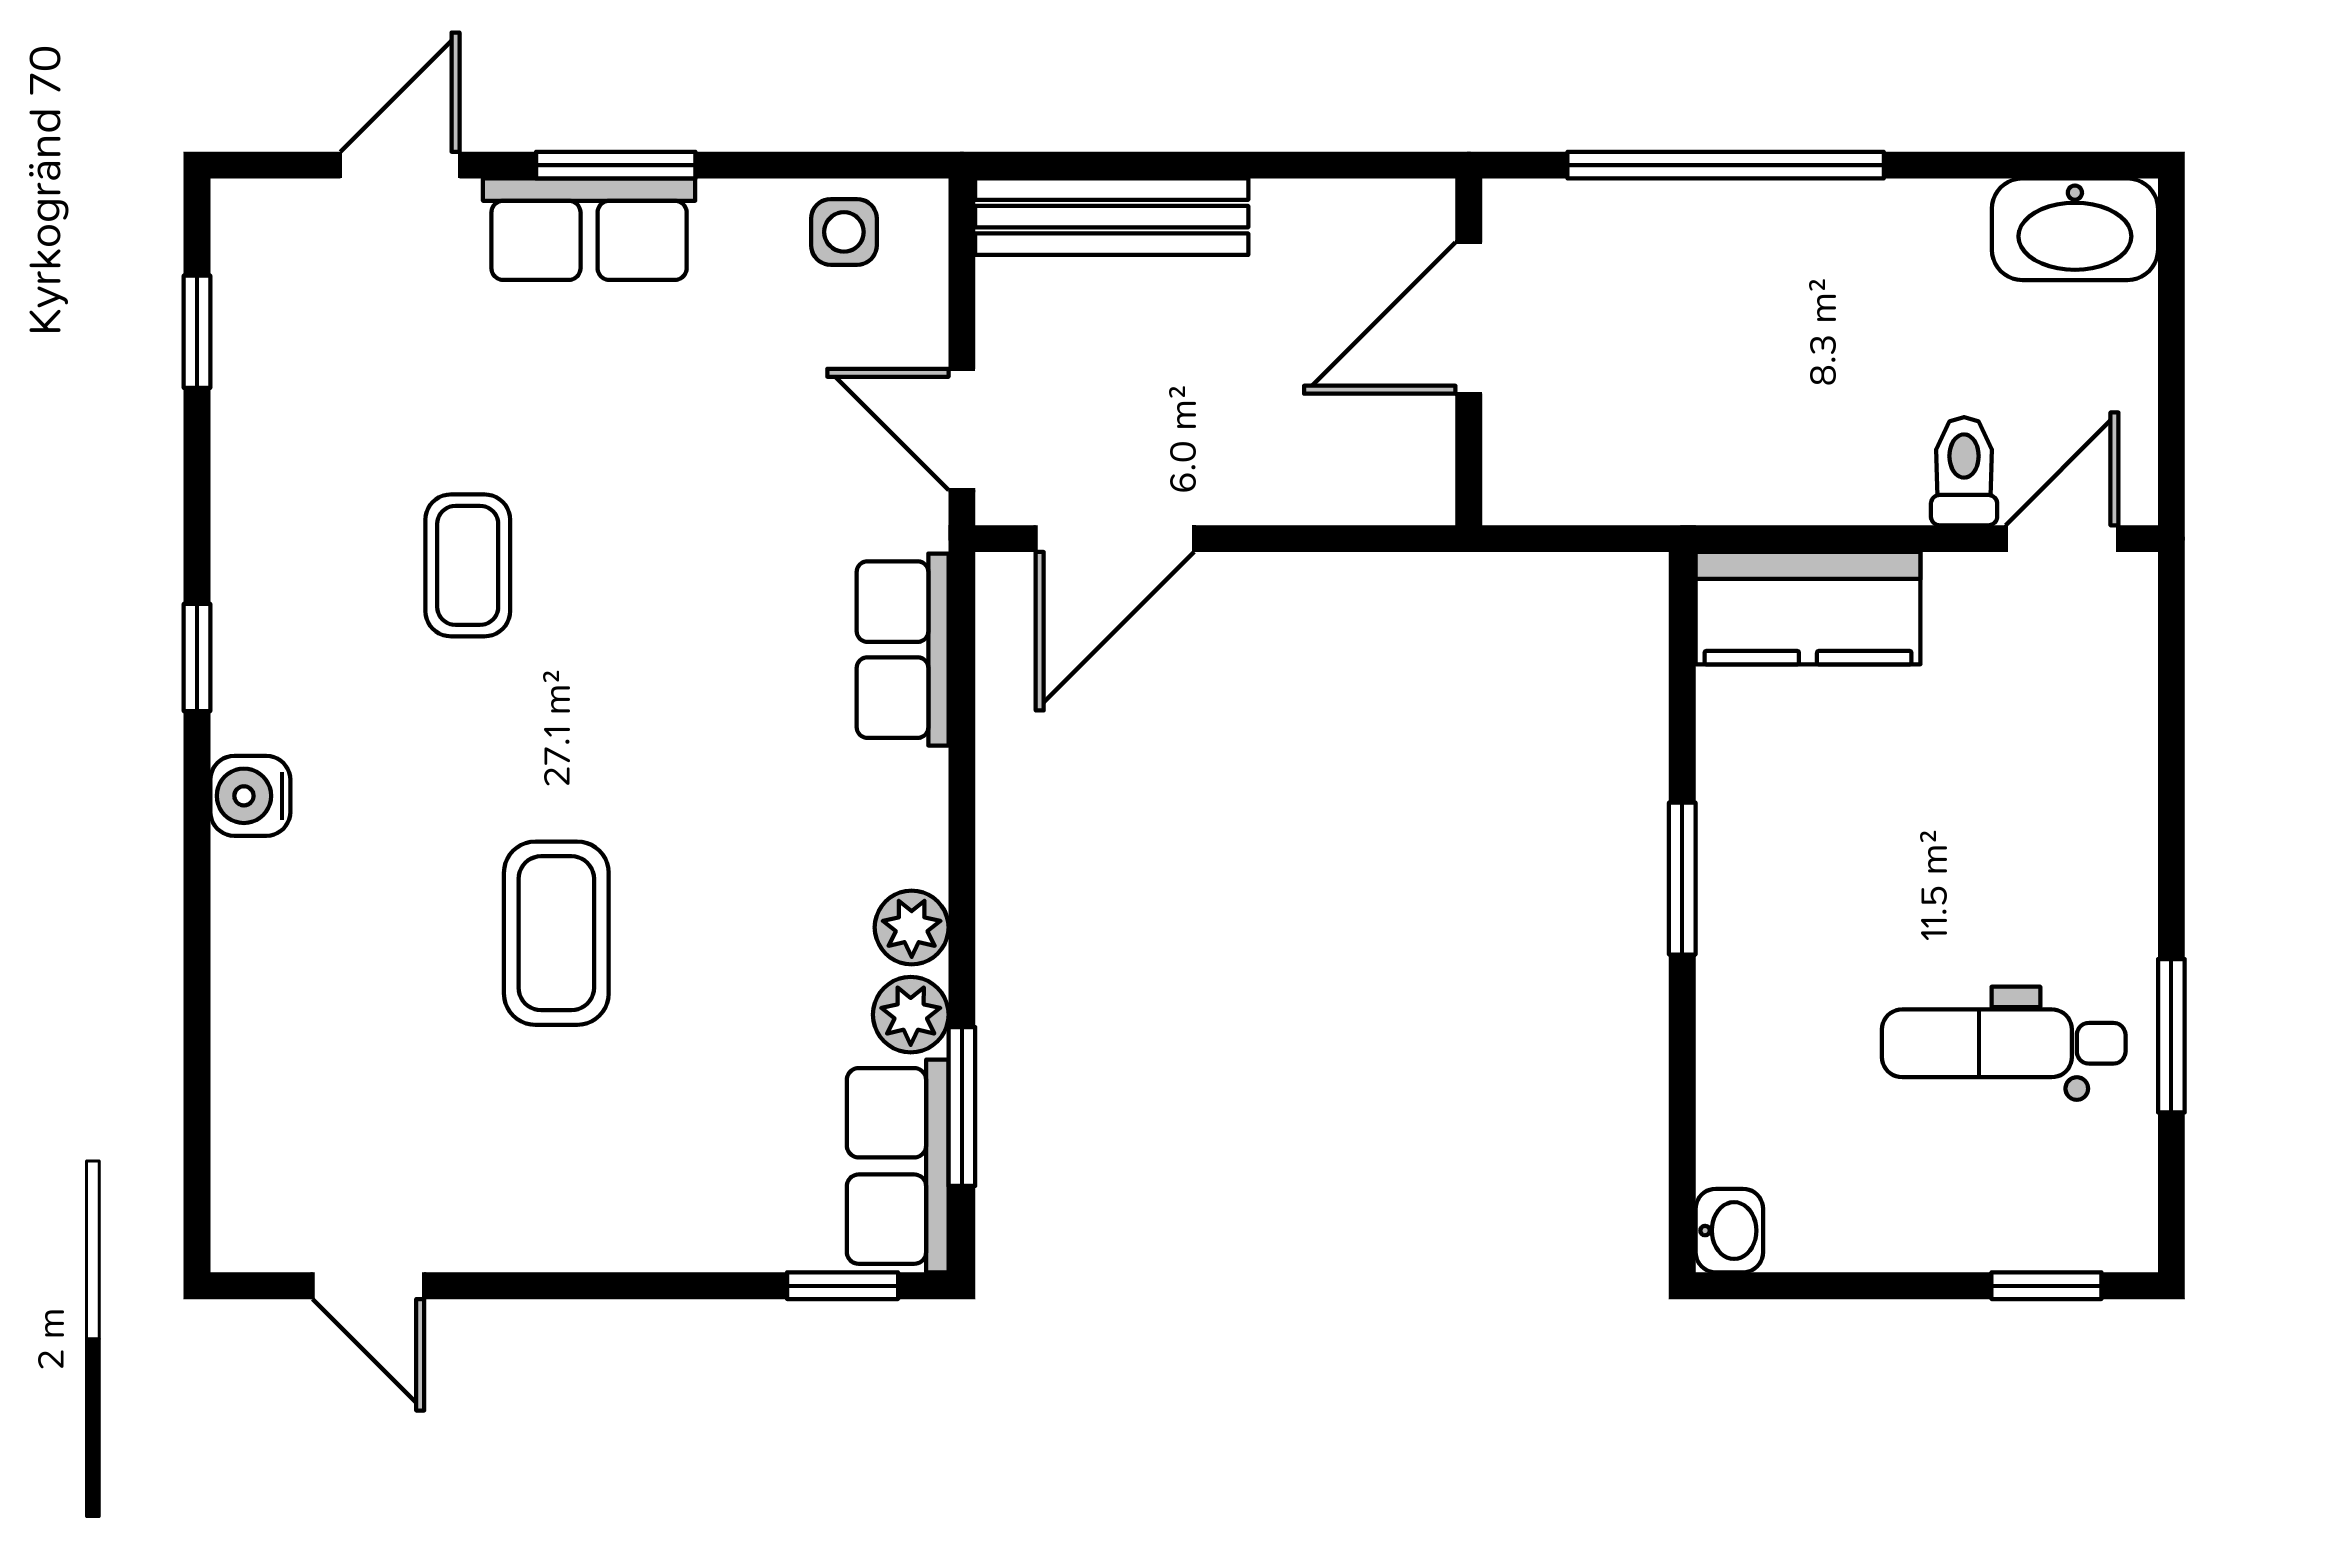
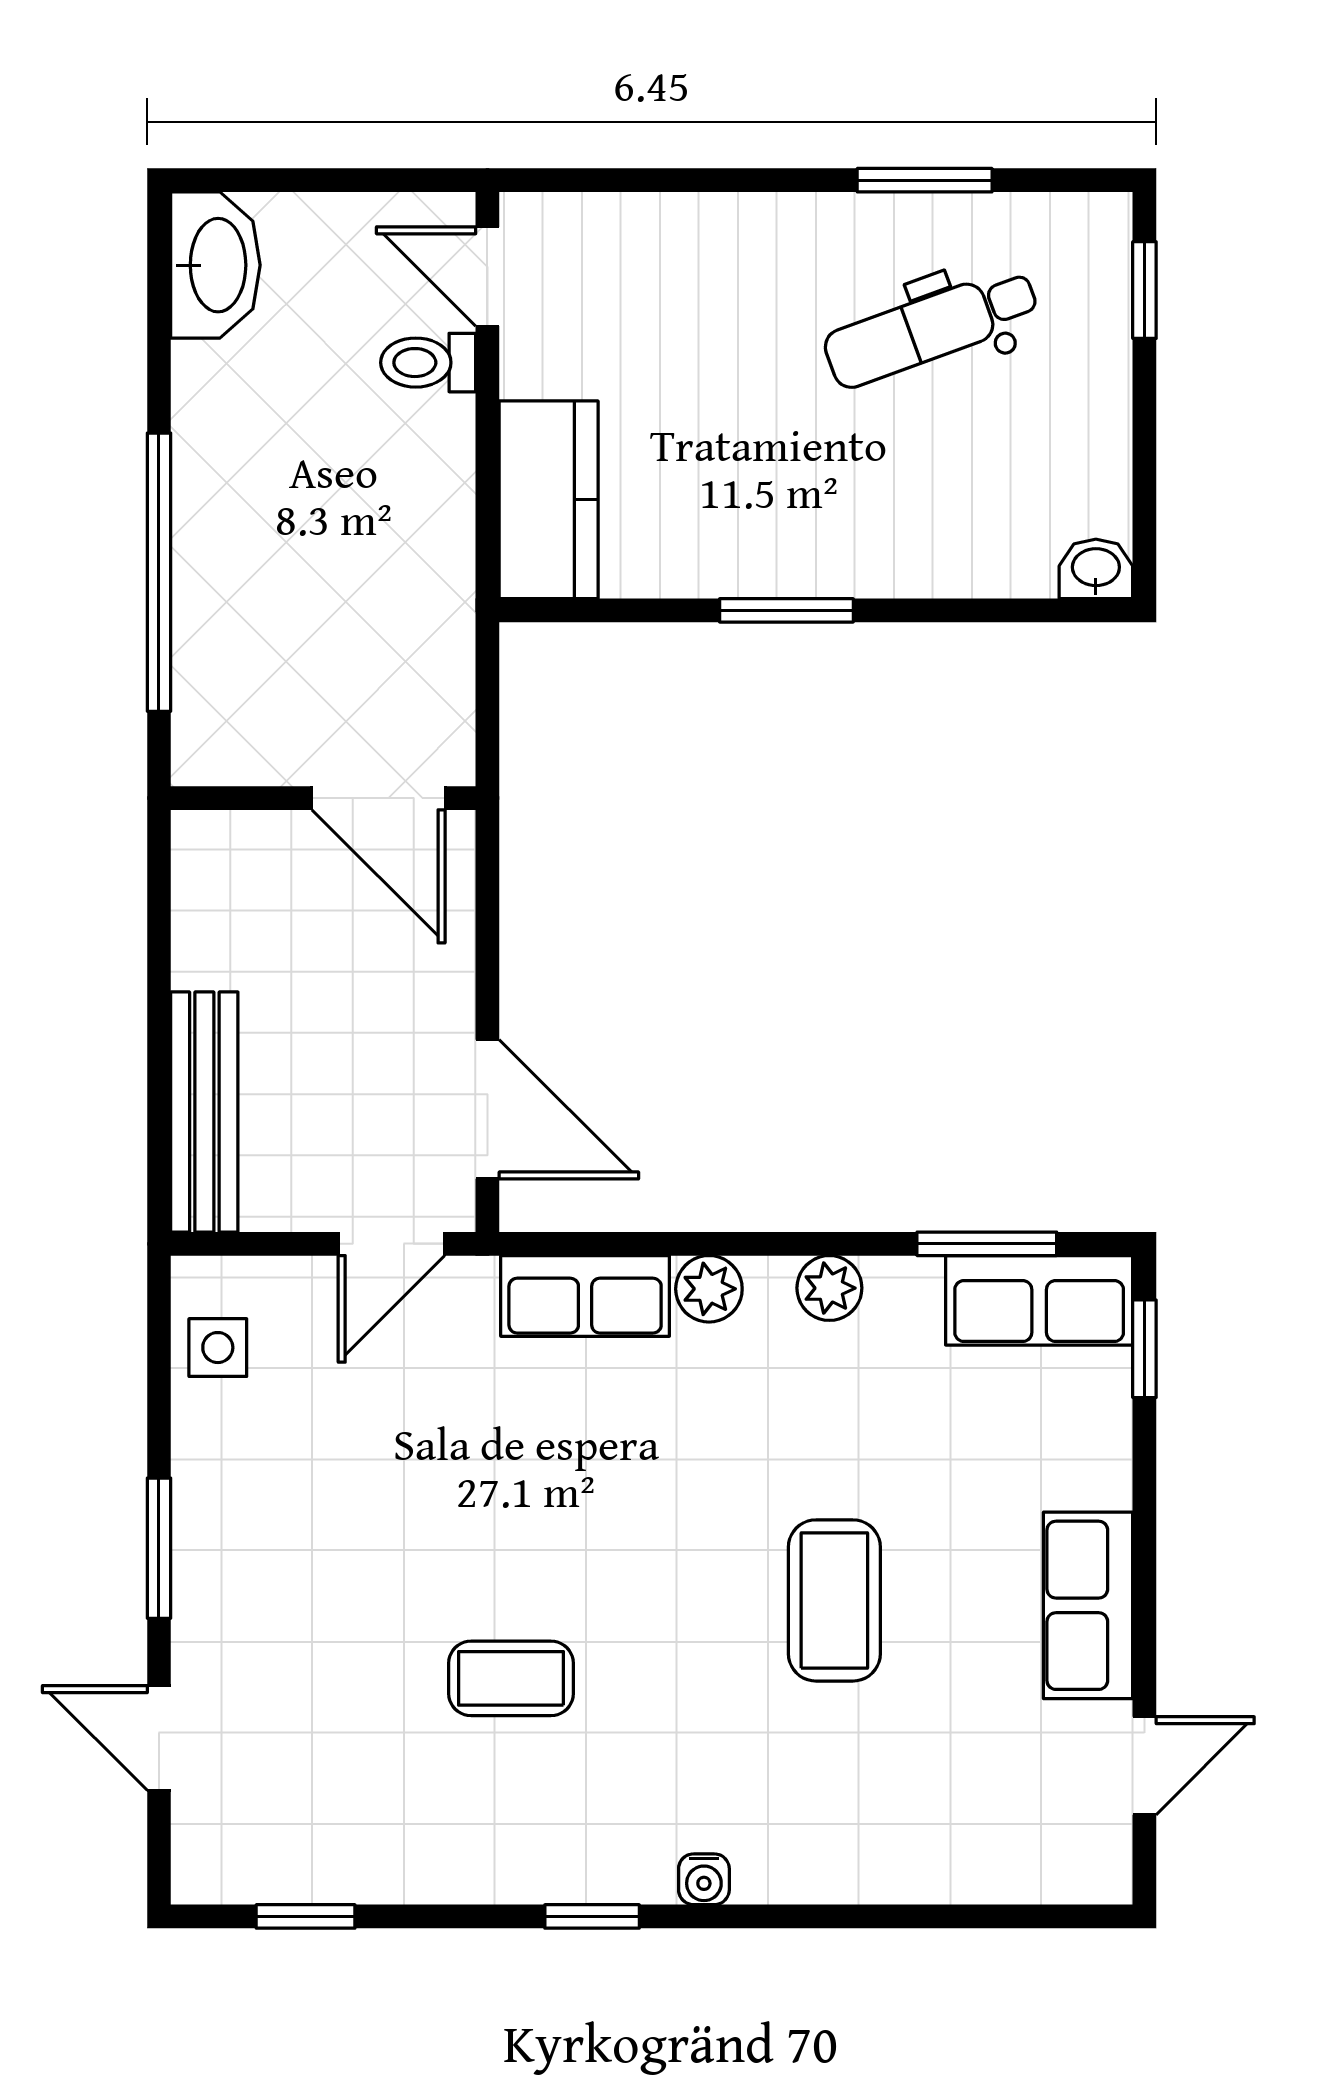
row of seats: (589, 229) -> (1088, 1605), moved, turned 180
door: (1469, 318) -> (379, 798), moved
water cooler: (250, 796) -> (704, 1879), width x0.72, depth x0.72
coffee table: (556, 933) -> (834, 1600), turned 90
plant: (911, 1015) -> (709, 1289), moved
dental chair: (2004, 1043) -> (931, 328), turned 70

